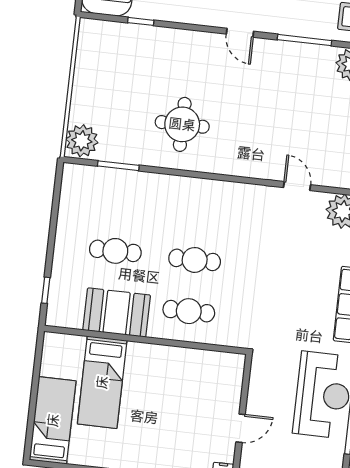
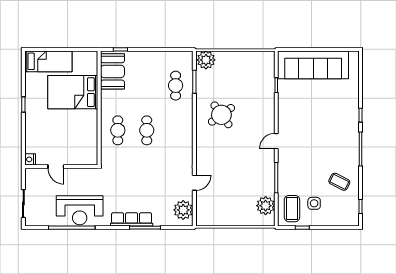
round table: (182, 124) -> (221, 115), turned -36
cafe table: (115, 251) -> (176, 86), moved
booth: (117, 313) -> (112, 71), moved
bed: (102, 382) -> (73, 92), width x1.50

